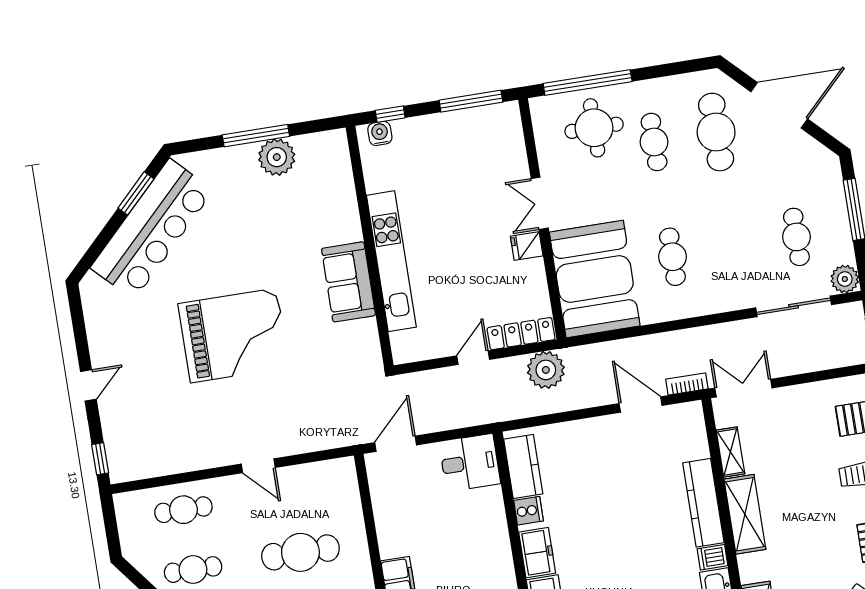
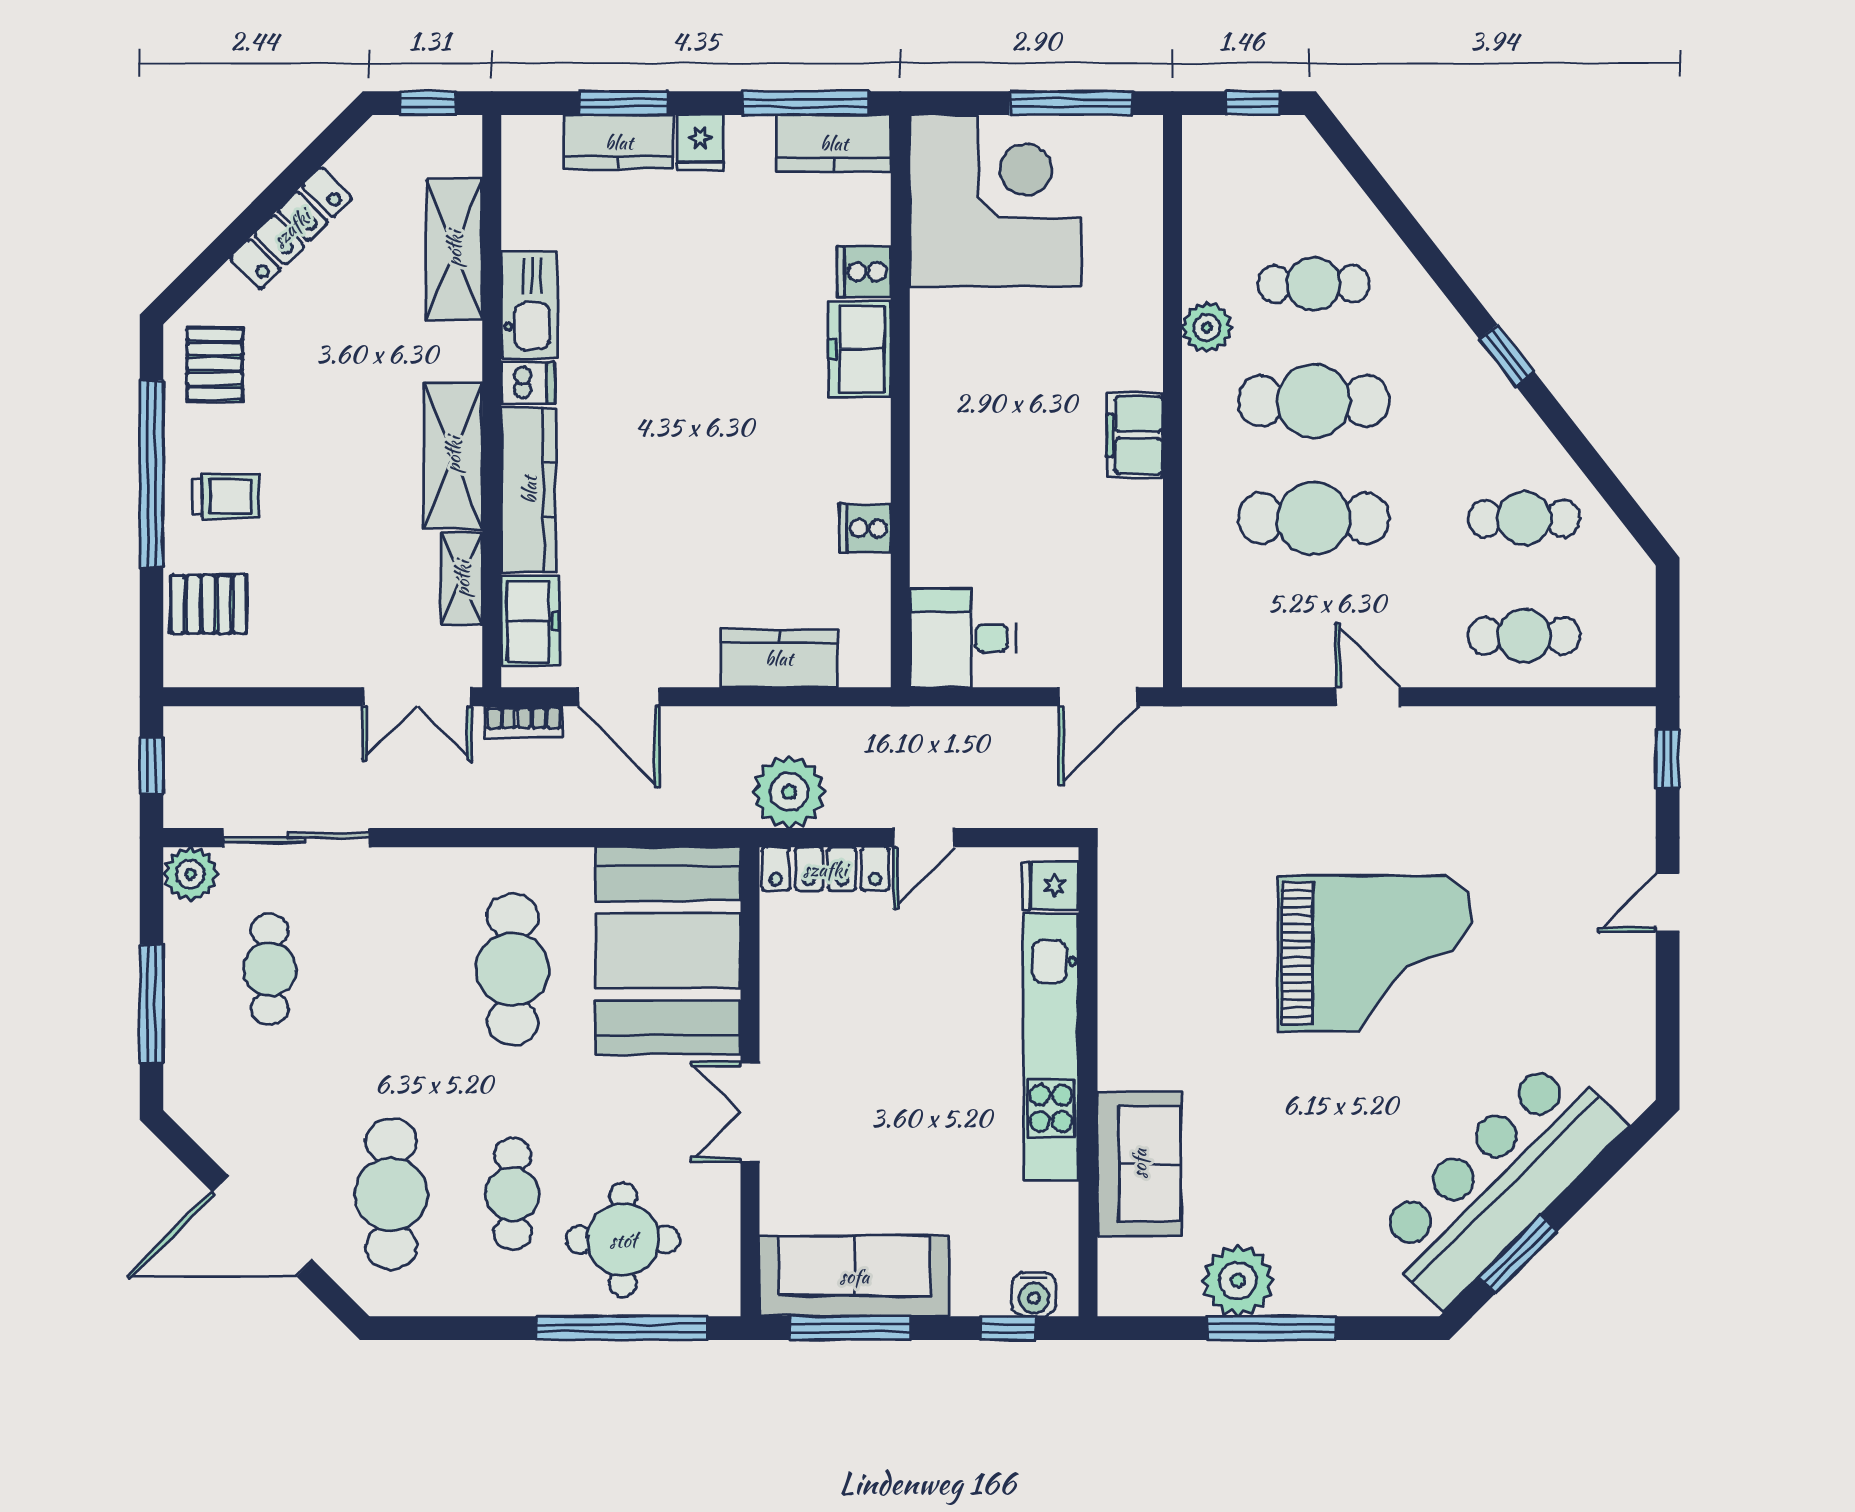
sofa: (473, 128) -> (854, 1276), added
double door: (540, 203) -> (750, 1112), swing flipped
fridge: (527, 246) -> (1050, 886), moved, turned 180
cafe table: (672, 257) -> (513, 969), width x1.37, depth x1.35
sofa: (348, 282) -> (1139, 1164), moved
grand piano: (234, 335) -> (1375, 953), turned 180
kitchen counter: (523, 466) -> (779, 658), moved, turned 90
freezer: (537, 553) -> (530, 621), moved, turned 180

